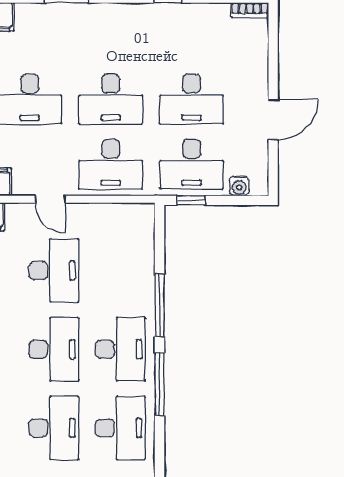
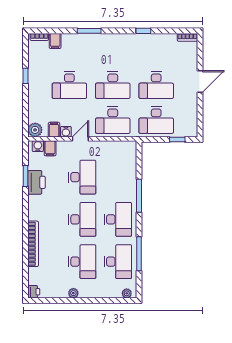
door: (273, 120) -> (200, 82), moved
water cooler: (239, 186) -> (66, 132), moved
door: (50, 199) -> (80, 139), swing flipped
window: (191, 200) -> (177, 139), moved
window: (160, 384) -> (139, 254), moved

